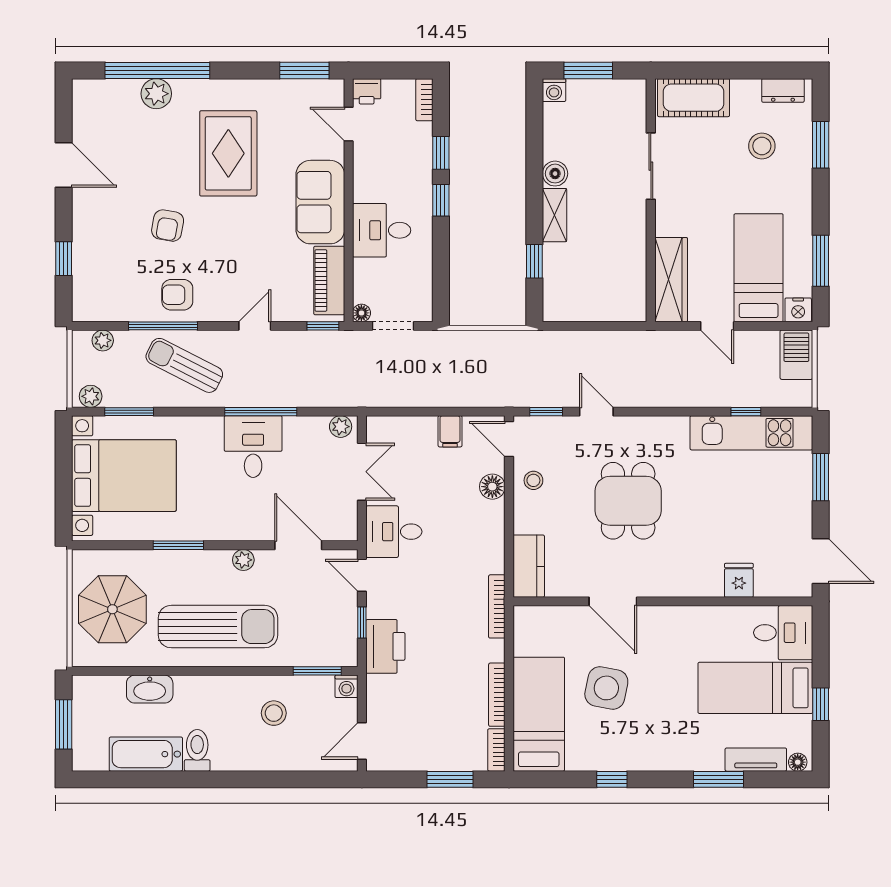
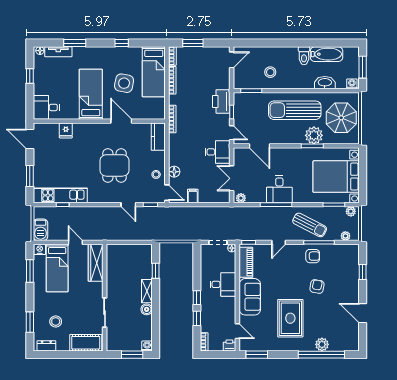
plant: (243, 560) -> (314, 135), moved, width x1.88, depth x1.88
washing machine: (347, 686) -> (352, 84), moved
bed: (755, 688) -> (91, 94), moved, turned -90

